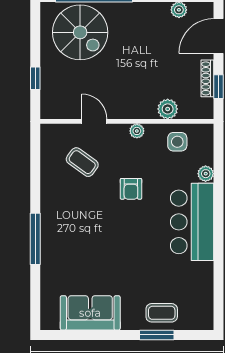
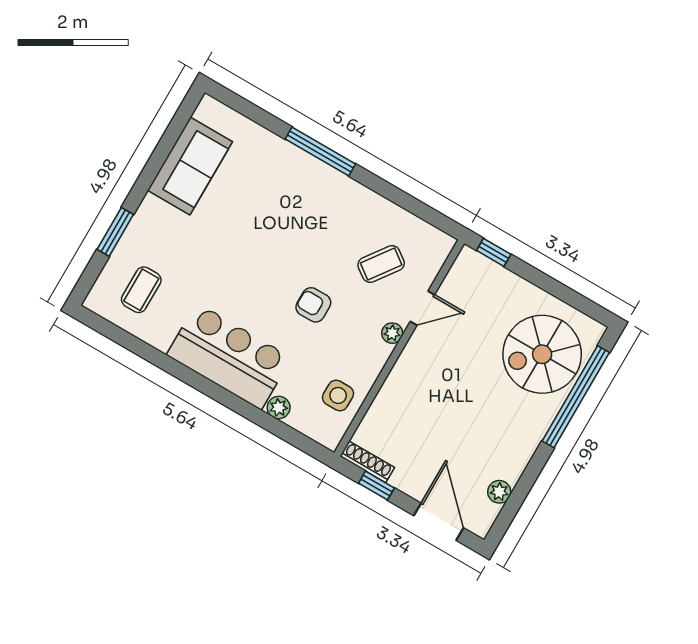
window: (35, 78) -> (494, 252), moved
shoe rack: (207, 78) -> (367, 462), moved
plant: (168, 109) -> (385, 407), removed
plant: (137, 131) -> (392, 333), moved
coffee table: (162, 313) -> (141, 290), moved

